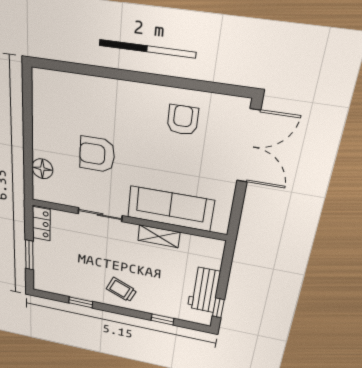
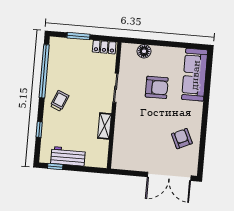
armchair: (183, 120) -> (182, 139), turned -115
armchair: (97, 154) -> (157, 87), turned 90
sofa: (170, 209) -> (195, 75), moved, turned 180
window: (81, 302) -> (44, 71), width x3.17

